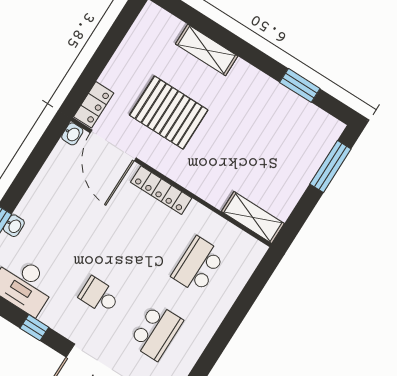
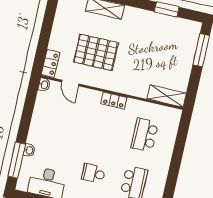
door: (113, 145) -> (70, 83), width x0.53
locker: (161, 190) -> (114, 101), width x0.66

